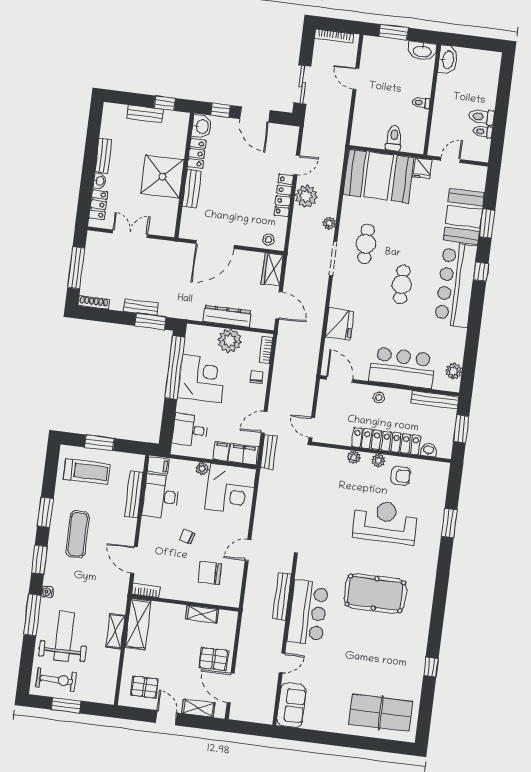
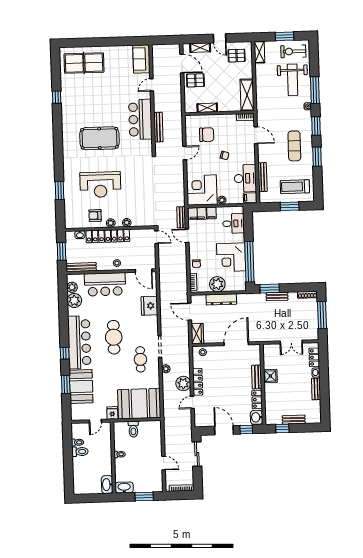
shower: (163, 177) -> (270, 376), width x0.54, depth x0.54
cafe table: (402, 284) -> (114, 337), width x1.37, depth x1.35
plant: (453, 350) -> (74, 300), added
door: (264, 422) -> (187, 236), swing flipped
shelving: (115, 631) -> (259, 52), moved

